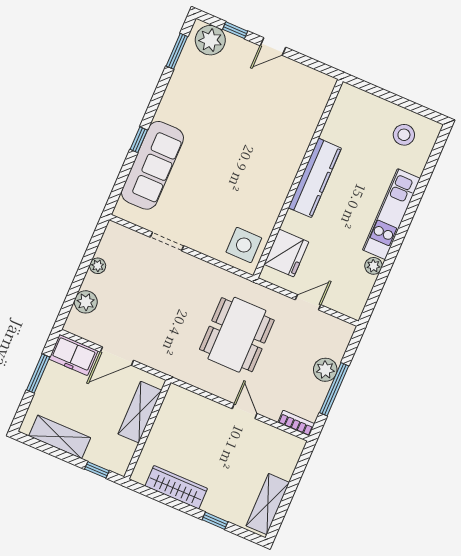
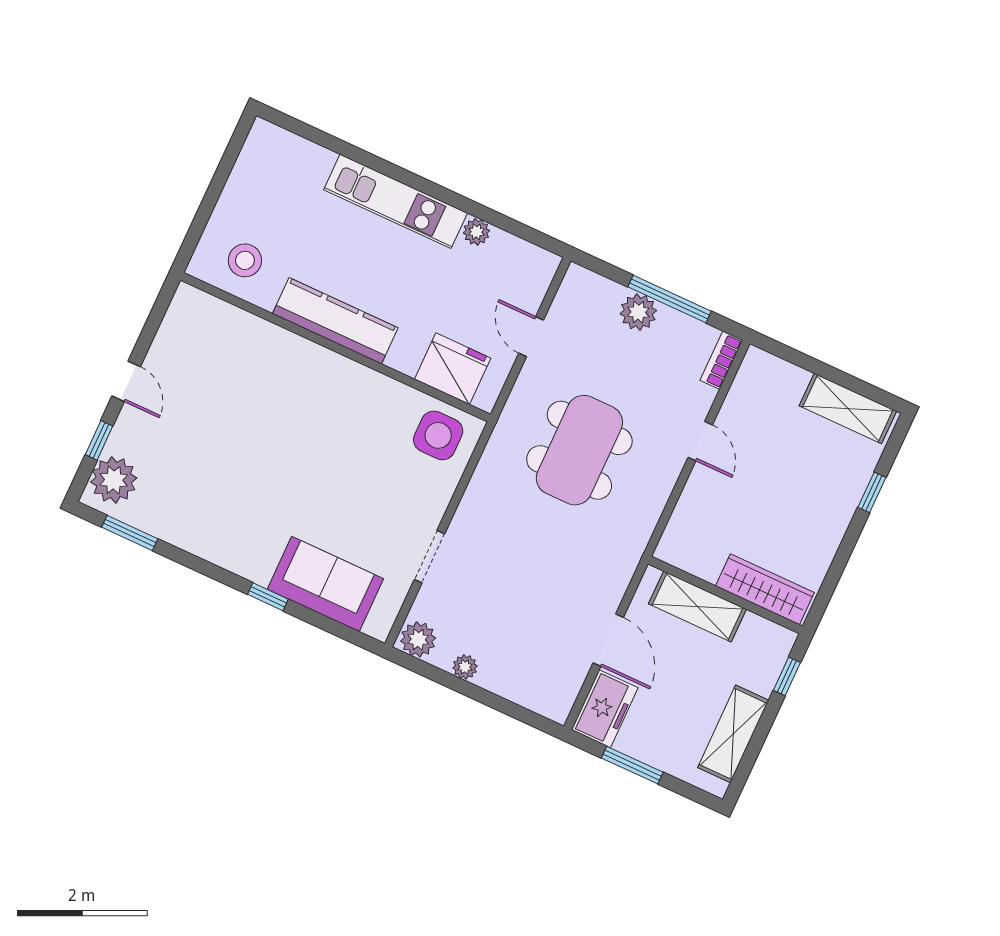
stool: (404, 135) -> (245, 260), moved
sofa: (152, 165) -> (325, 584), width x0.73
plant: (86, 302) -> (418, 639), moved
dining table: (237, 335) -> (579, 450), turned 90
door: (245, 411) -> (700, 441), swing flipped
wardrobe: (176, 487) -> (765, 589), moved, turned 90

